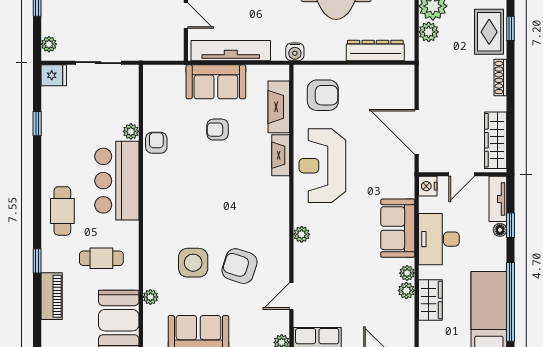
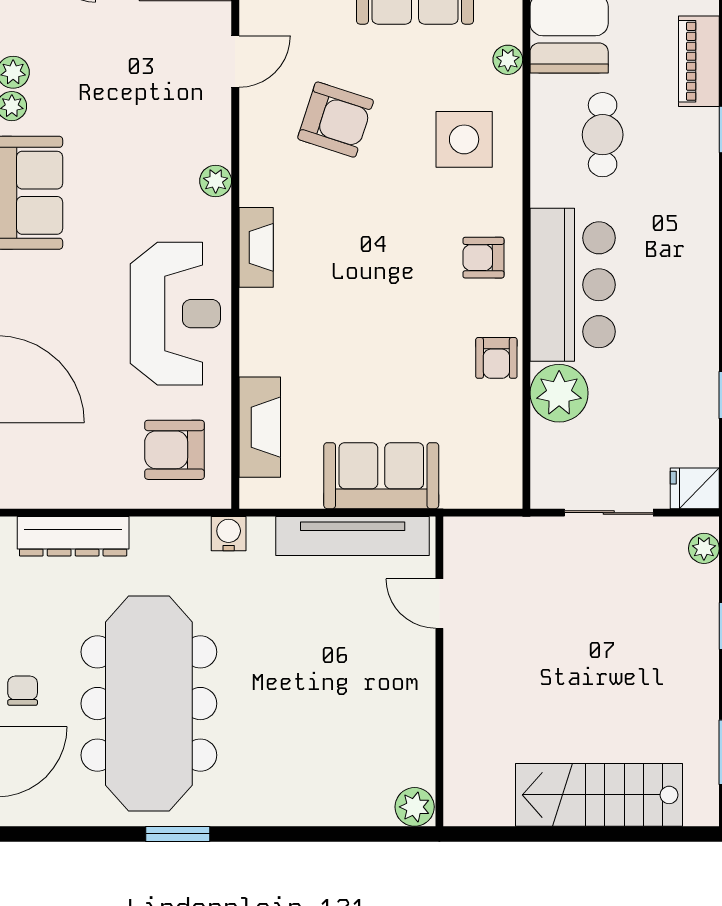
armchair: (218, 130) -> (483, 258), moved, turned 180
plant: (131, 131) -> (559, 393), width x1.88, depth x1.88
fireplace: (281, 155) -> (256, 247), moved
cafe table: (62, 211) -> (678, 226), removed
cafe table: (101, 258) -> (603, 135), turned 90
side table: (193, 263) -> (464, 139), moved

